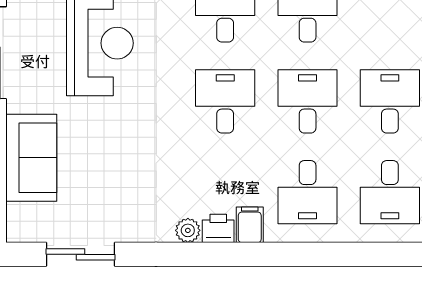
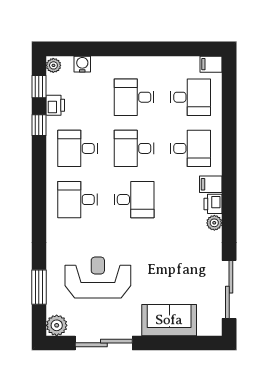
desk: (225, 101) -> (134, 200), turned 180
sliding door: (80, 254) -> (229, 290), width x1.37

